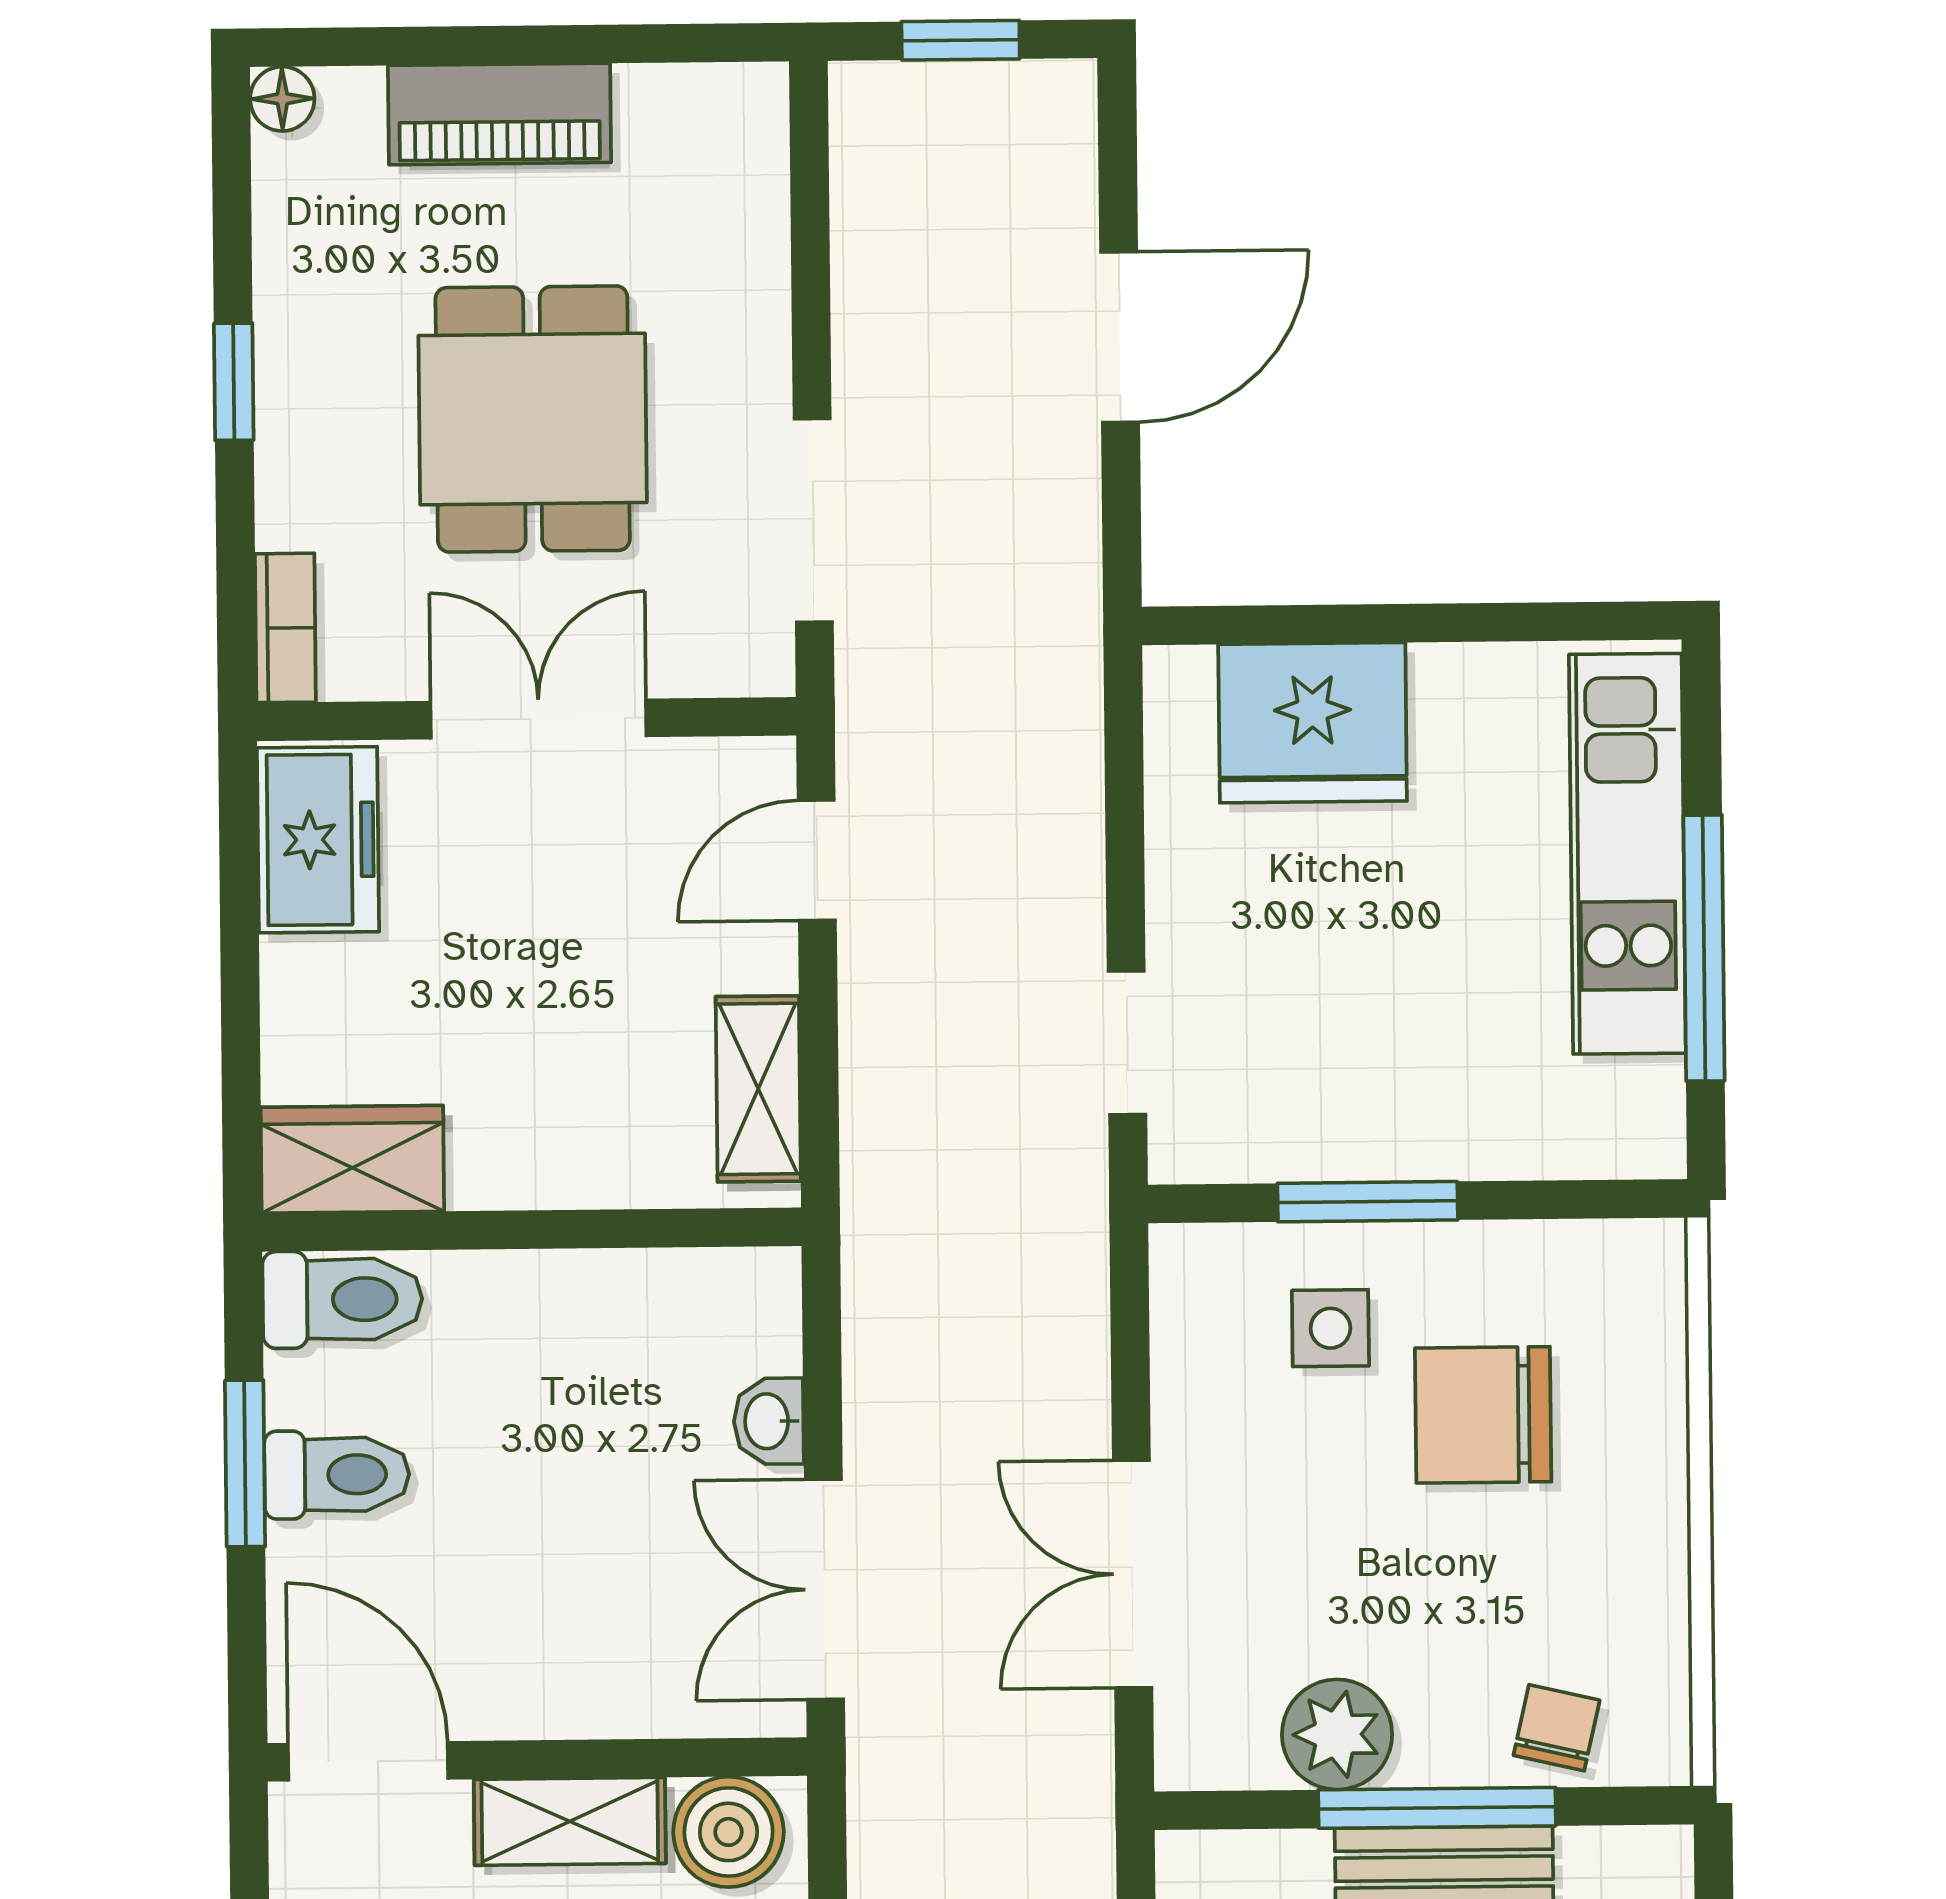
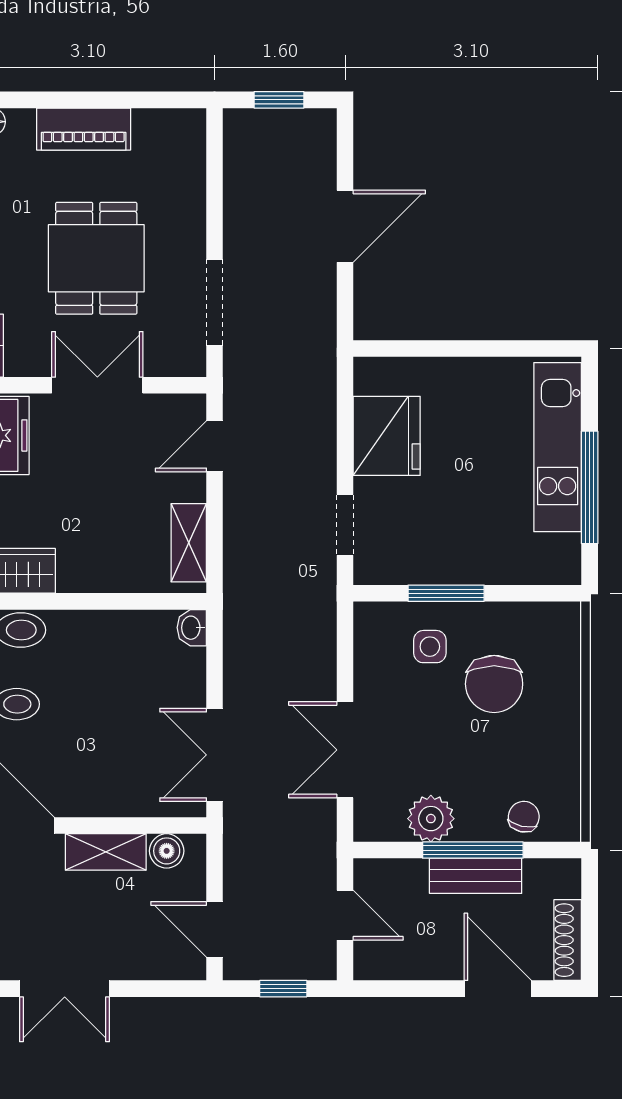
fridge: (1313, 723) -> (387, 436), moved, turned -90
chair: (1483, 1415) -> (494, 684), turned -90
washbasin: (769, 1421) -> (192, 628), moved
boiler: (728, 1832) -> (167, 851), width x0.73, depth x0.73

